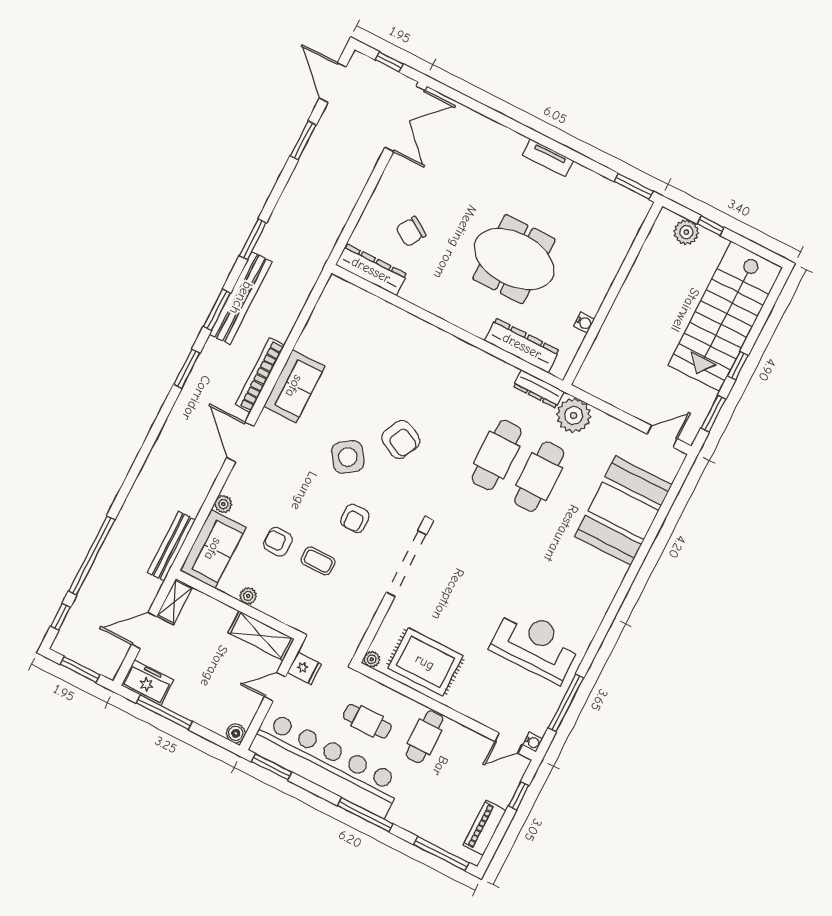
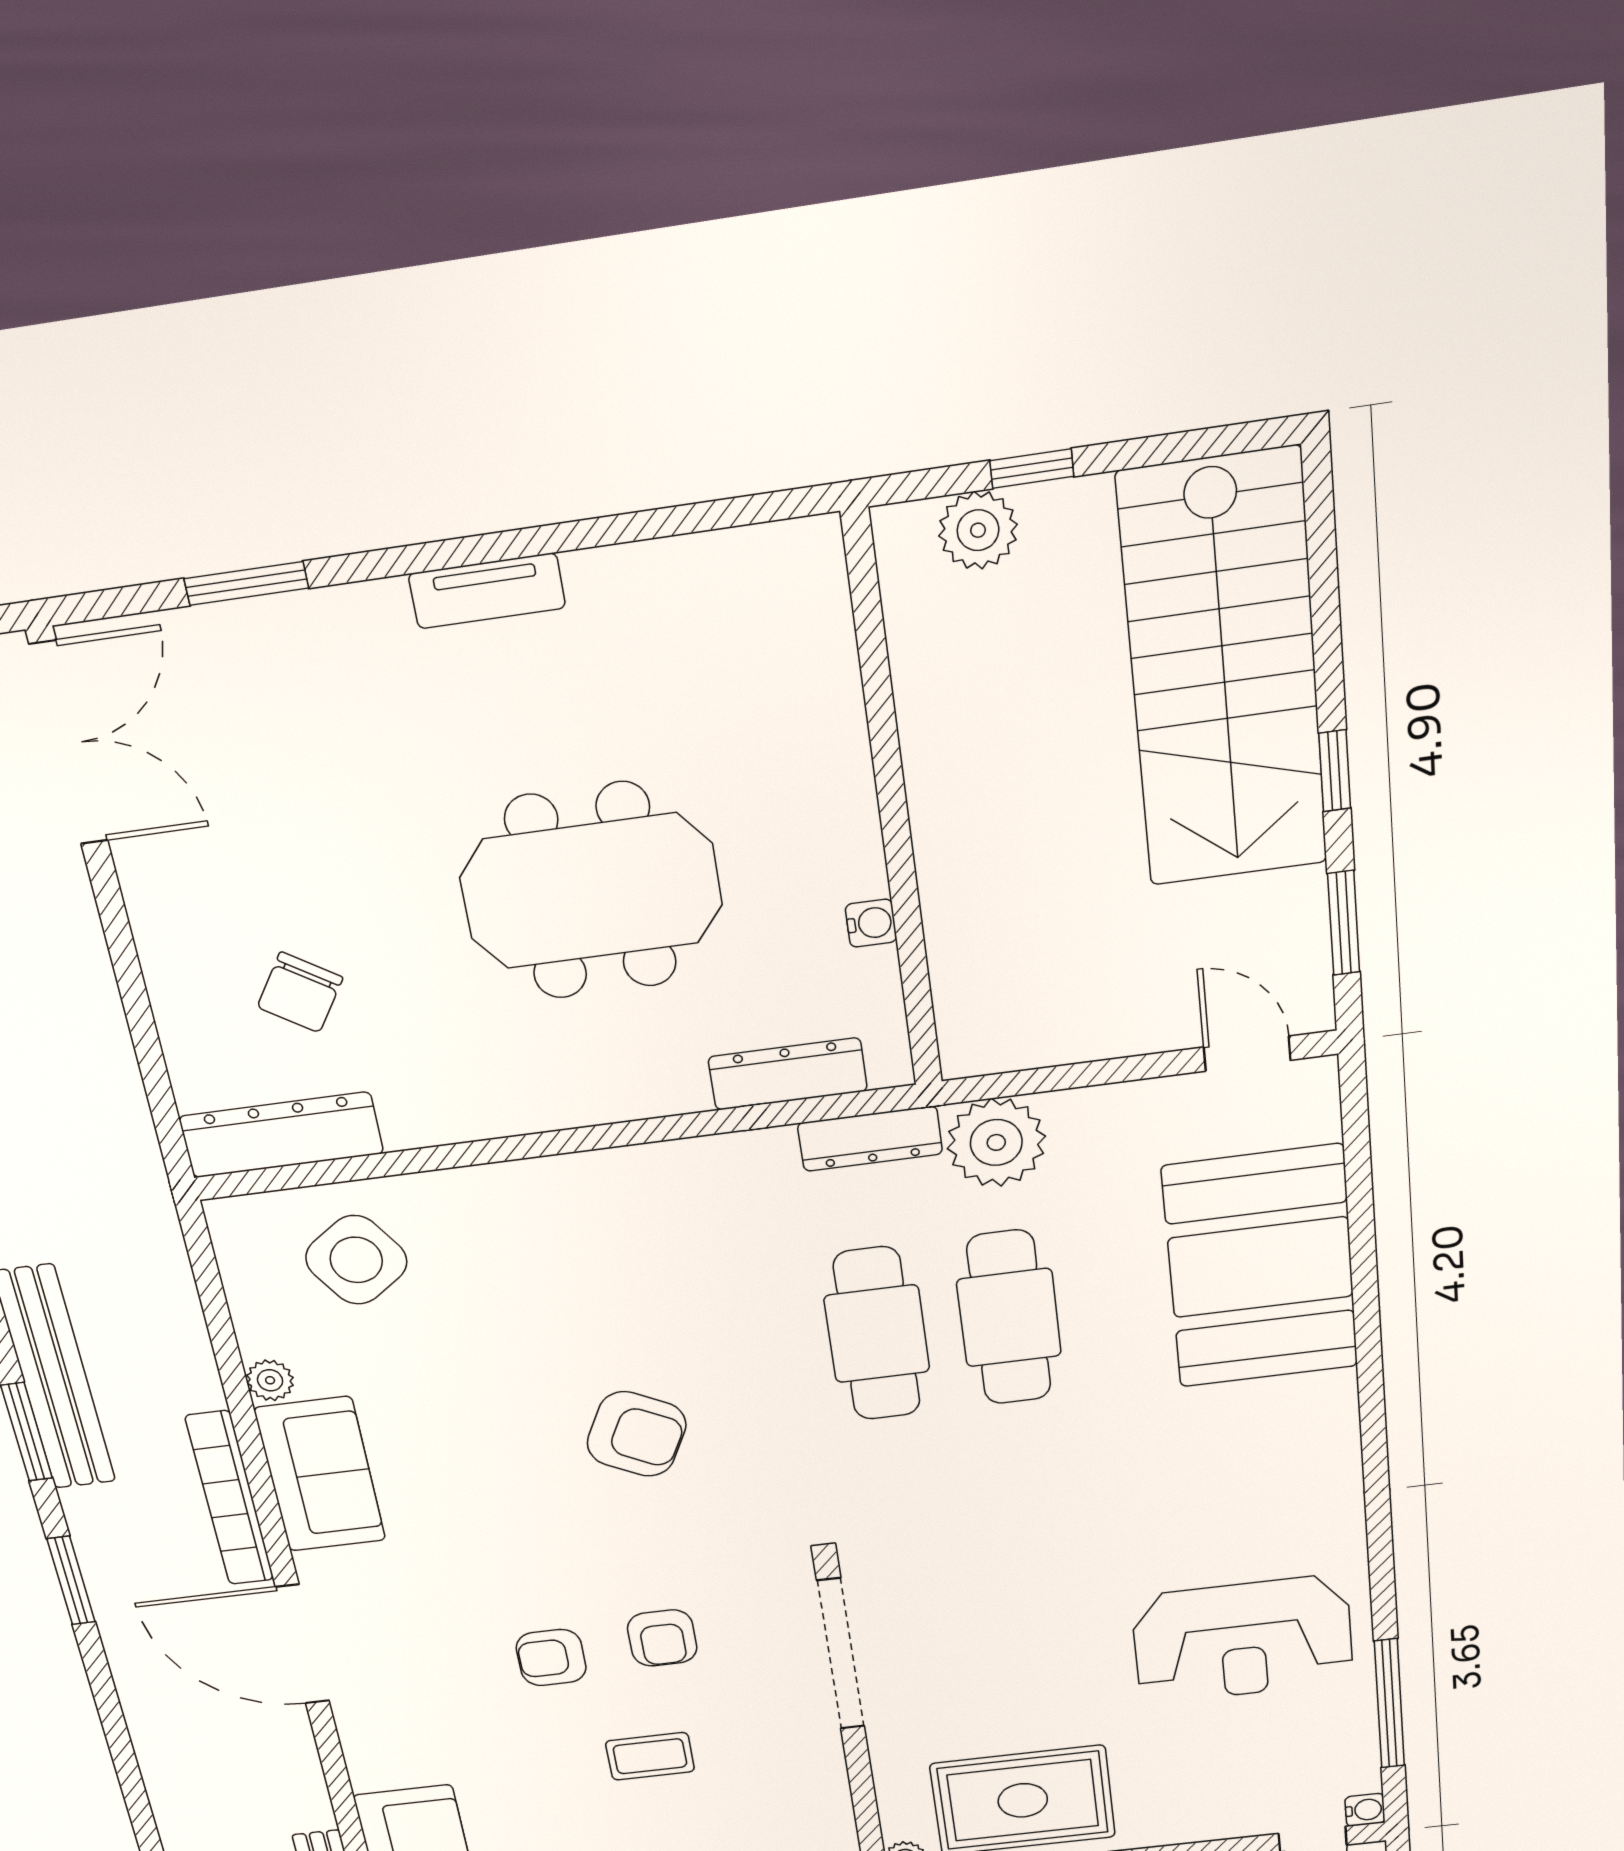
window: (634, 186) -> (246, 583), moved
dresser: (522, 346) -> (788, 1074), width x0.73, depth x0.80
door: (662, 436) -> (1247, 1054), hinge flipped
door: (240, 442) -> (302, 1644), width x1.36
side table: (348, 457) -> (356, 1260), moved
plant: (223, 504) -> (270, 1380), moved
armchair: (278, 542) -> (551, 1658), moved
reception desk: (535, 645) -> (1243, 1639), turned 180

